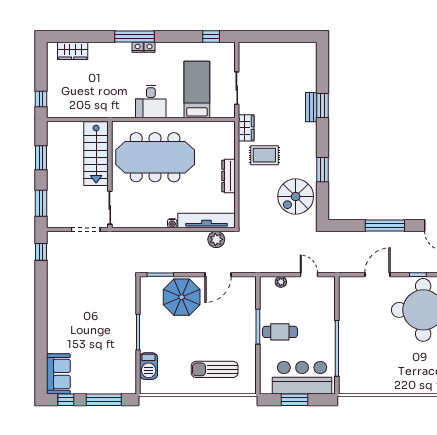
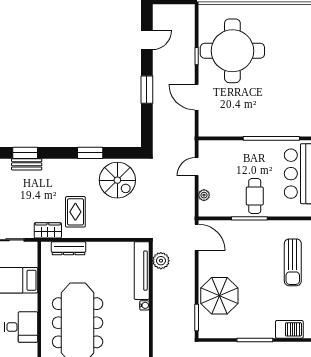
dresser: (228, 176) -> (69, 248), moved
window: (385, 226) -> (147, 90), width x0.69
door: (218, 275) -> (197, 237), moved

